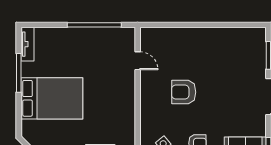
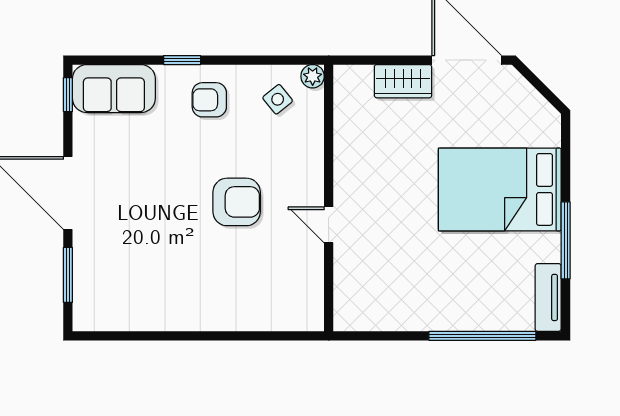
window: (94, 25) -> (482, 336), moved
door: (138, 61) -> (329, 225), moved

